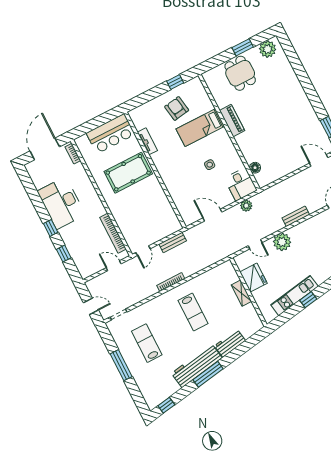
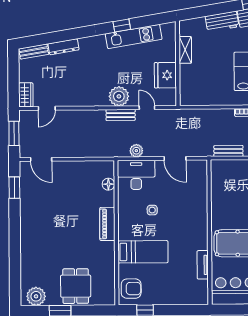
armchair: (177, 108) -> (131, 289), moved, turned -81
piano: (232, 121) -> (107, 224), moved
desk: (241, 184) -> (136, 175), width x1.37
bench: (296, 216) -> (121, 115), moved
shelving: (241, 293) -> (185, 50), moved

